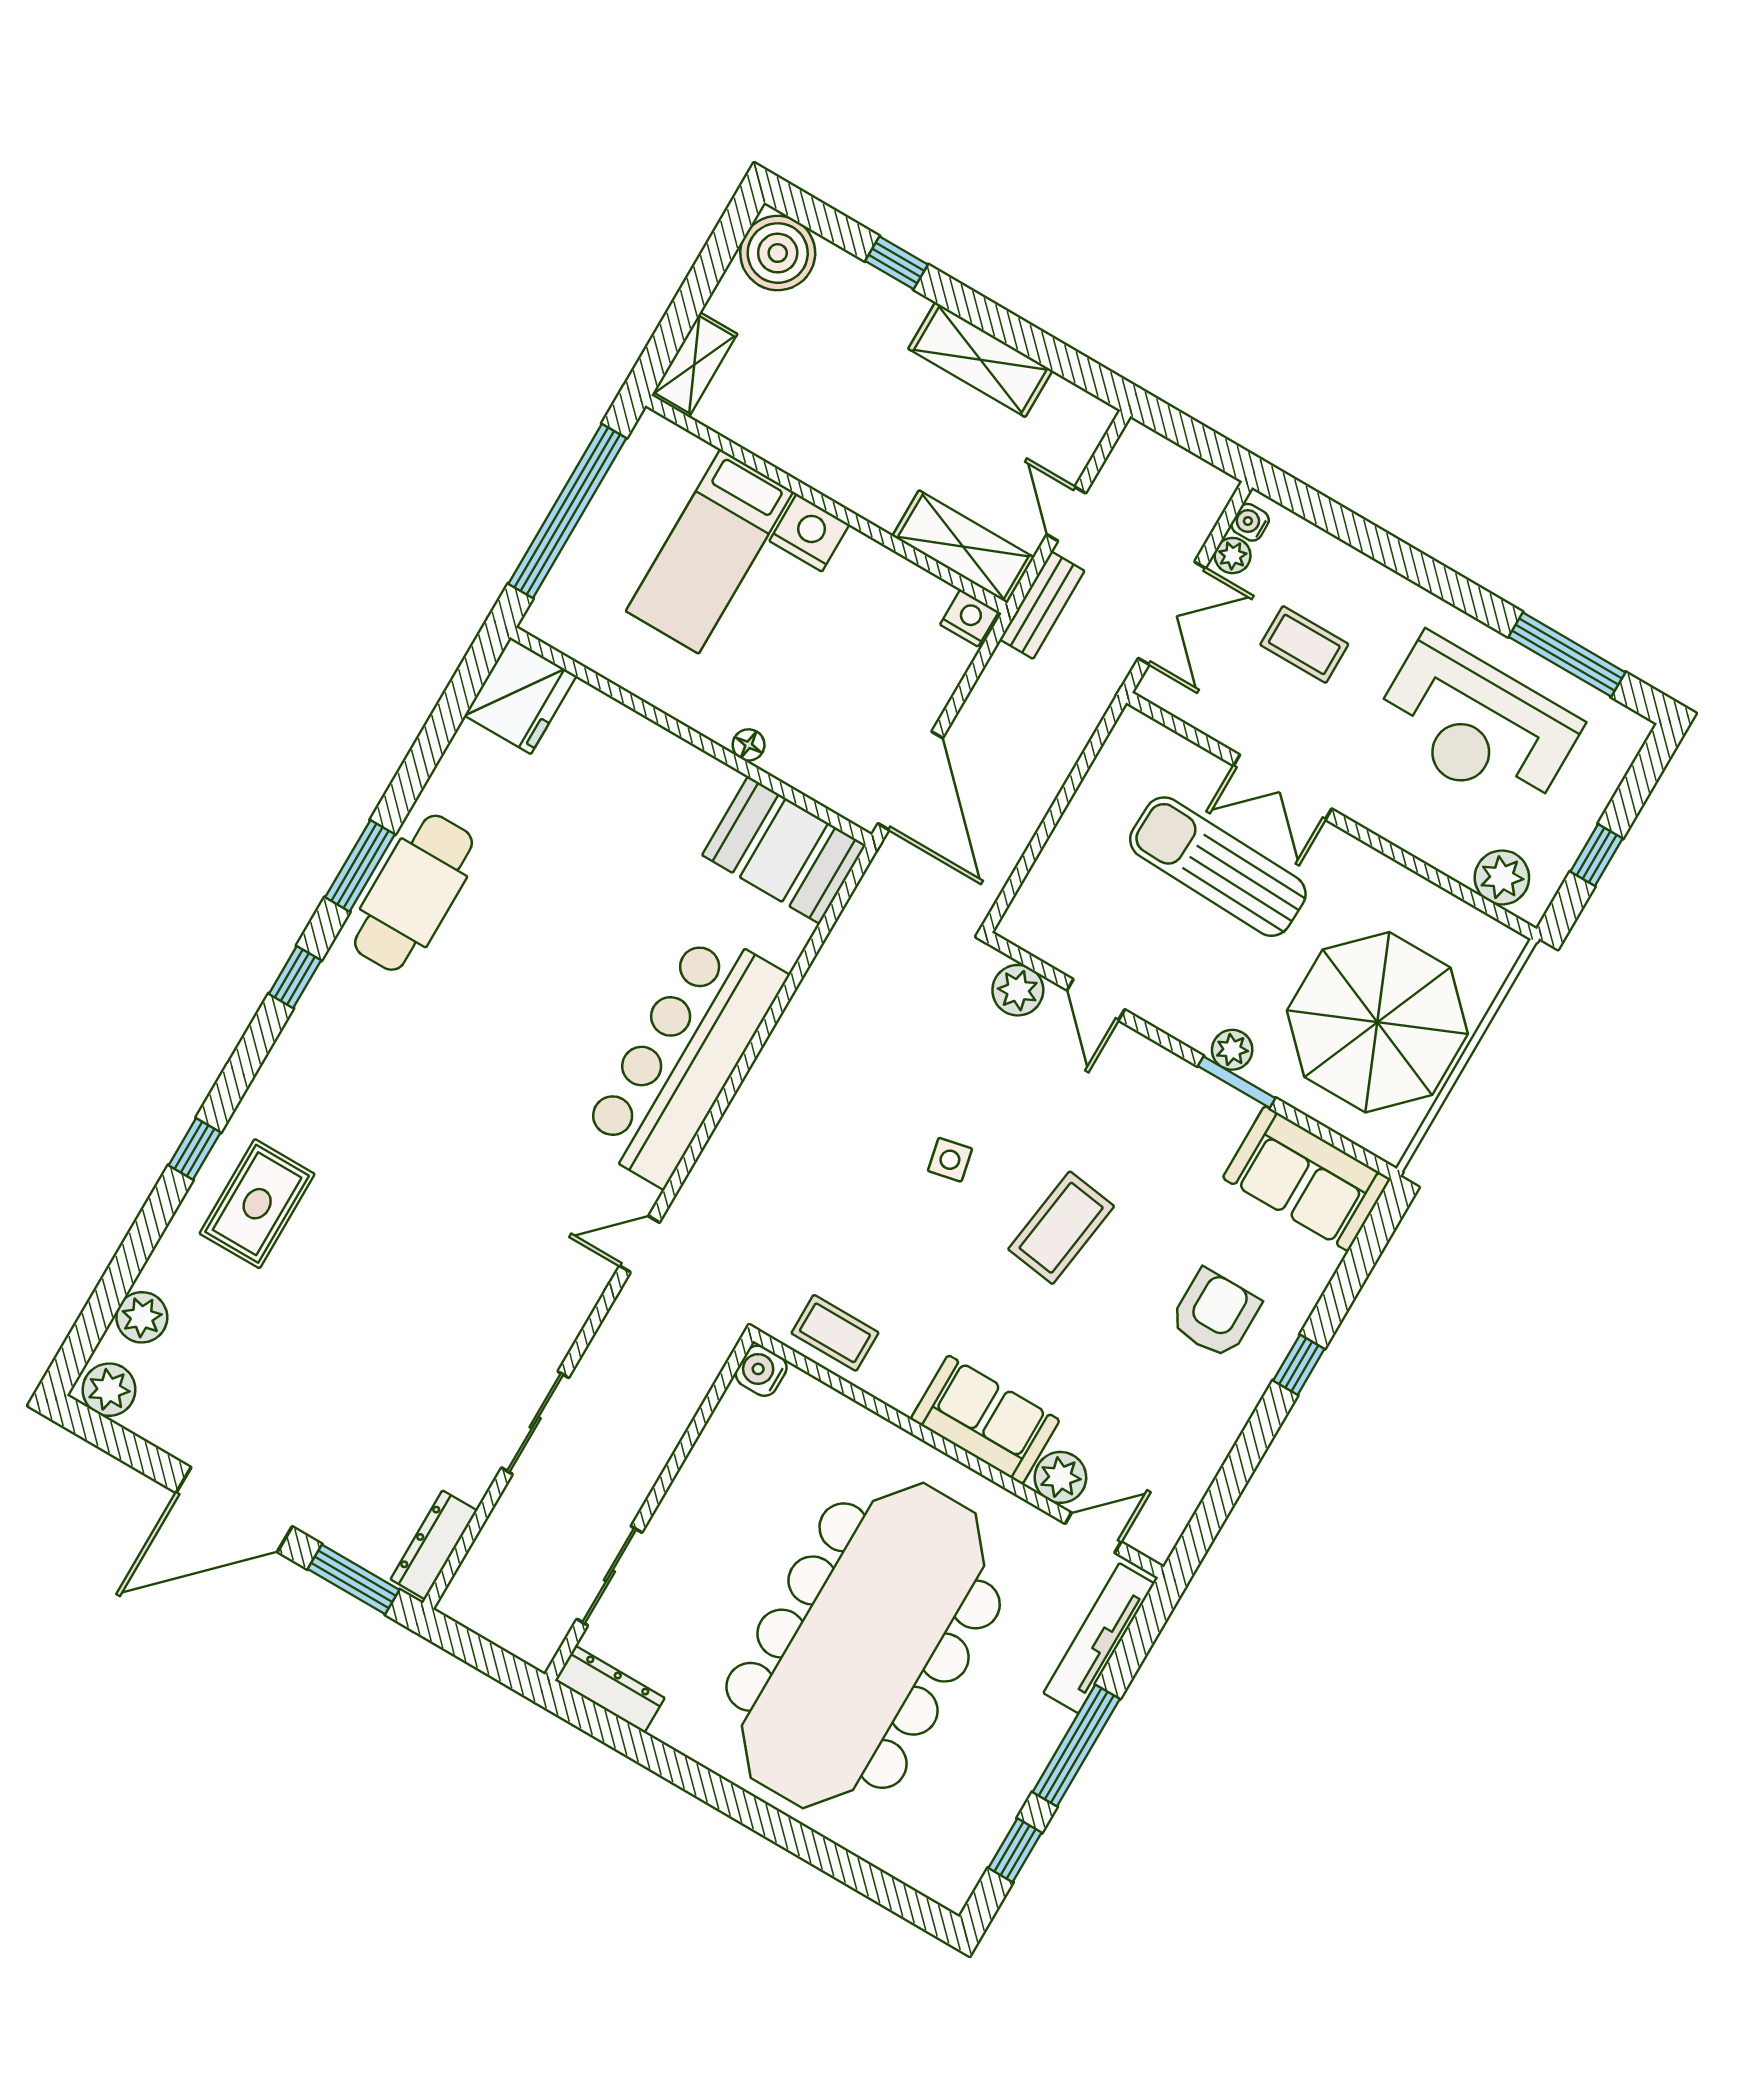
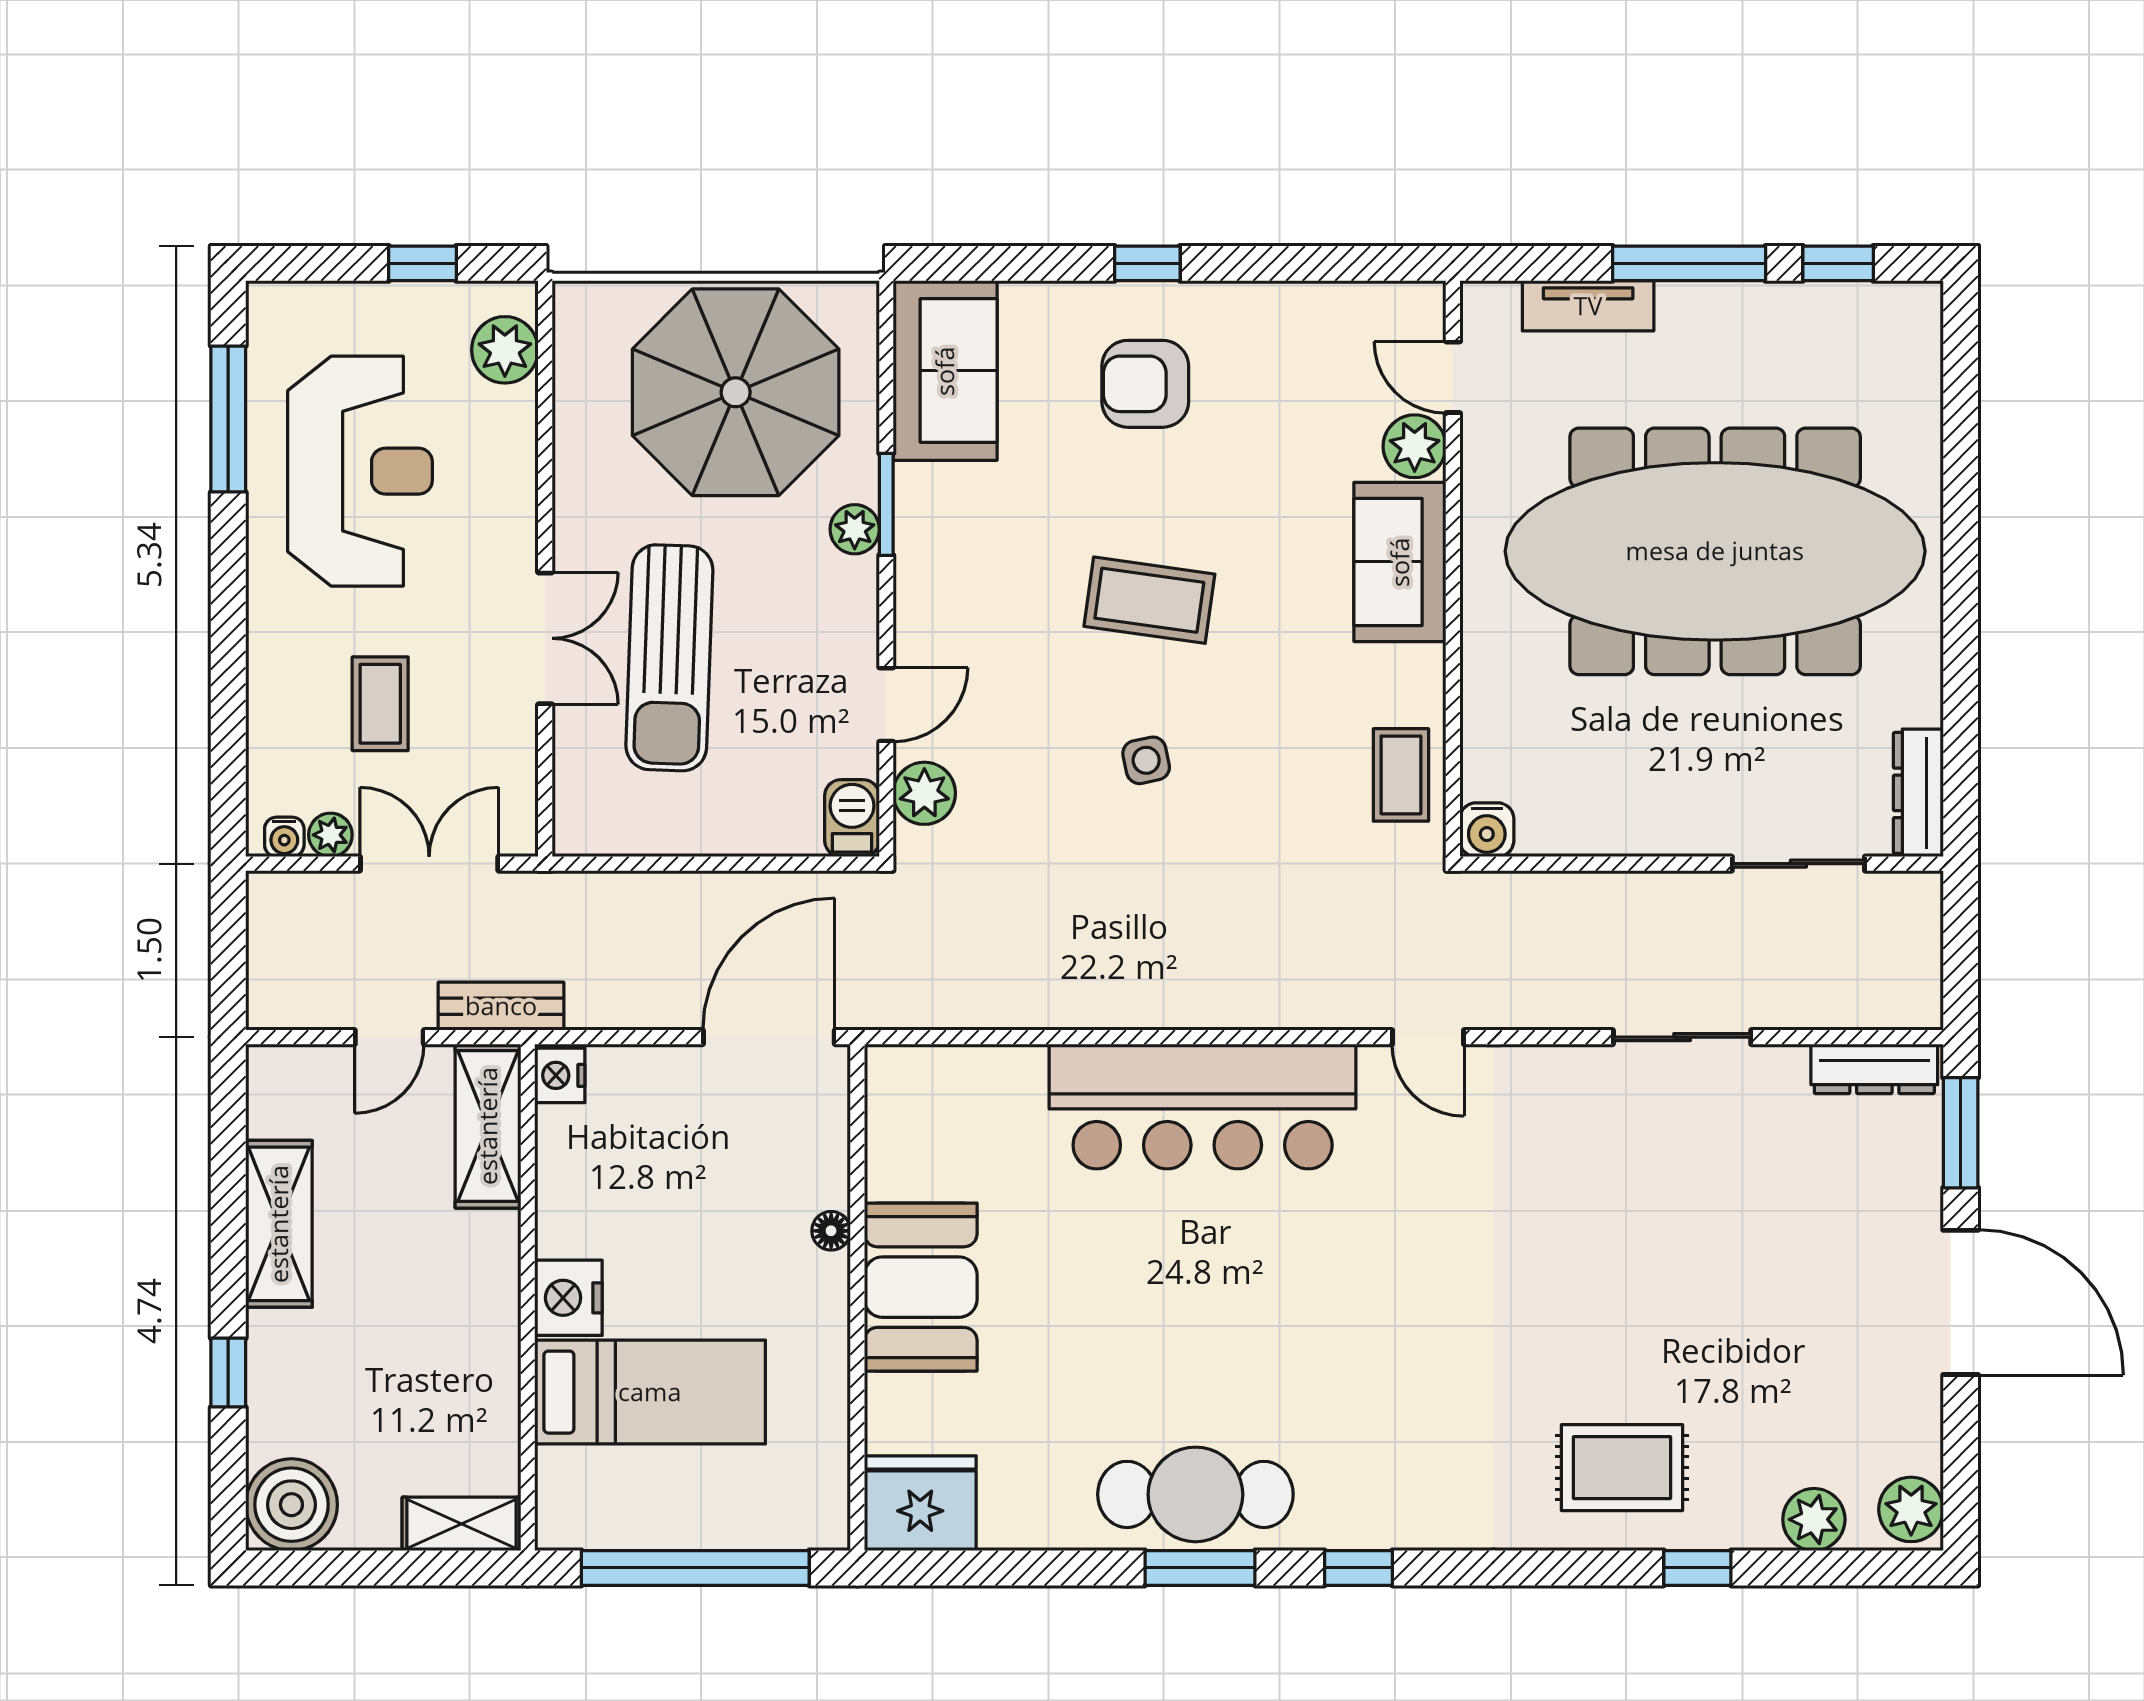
booth: (784, 850) -> (921, 1287), moved
barbecue: (1030, 929) -> (852, 818), added
window: (195, 1149) -> (1697, 1568), moved
tv unit: (1099, 1638) -> (1588, 306), width x0.71

